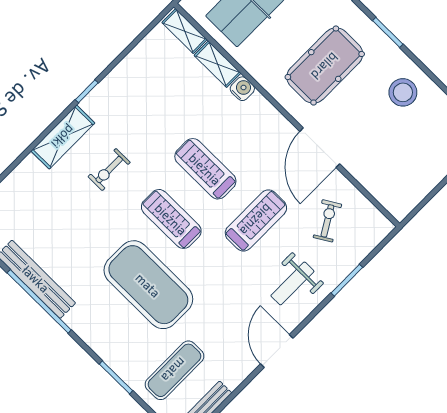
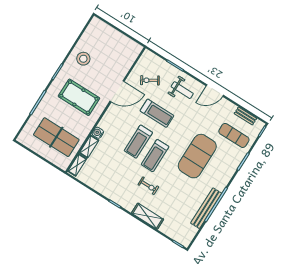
shelving: (63, 137) -> (148, 216), moved
treadmill: (171, 219) -> (155, 156), moved
treadmill: (256, 220) -> (157, 113), turned 180

